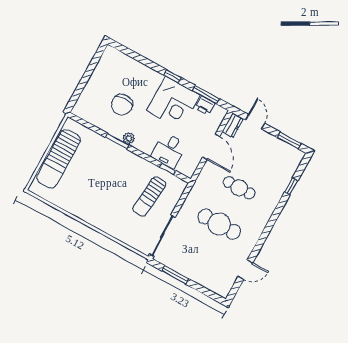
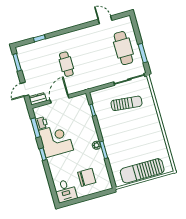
chair: (122, 105) -> (87, 177), moved
desk: (169, 150) -> (65, 191), moved, turned 90
sun lounger: (59, 159) -> (142, 171), turned 180
sun lounger: (149, 197) -> (126, 103), moved
cafe table: (219, 224) -> (123, 48), moved

